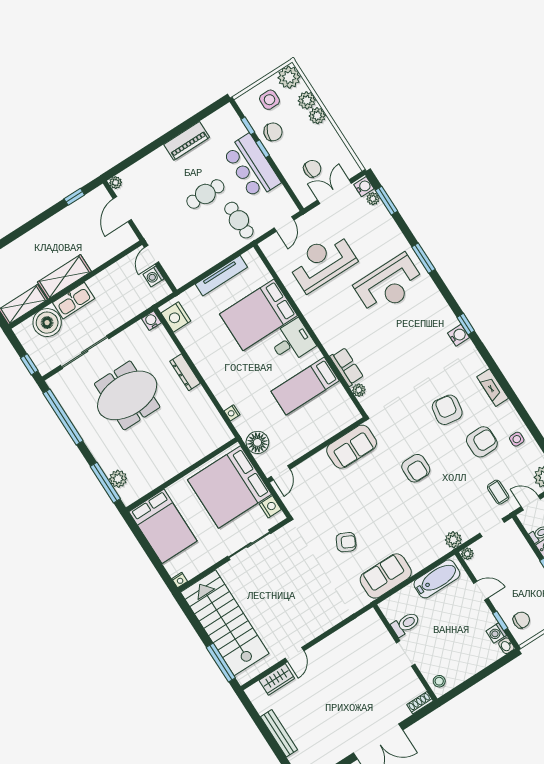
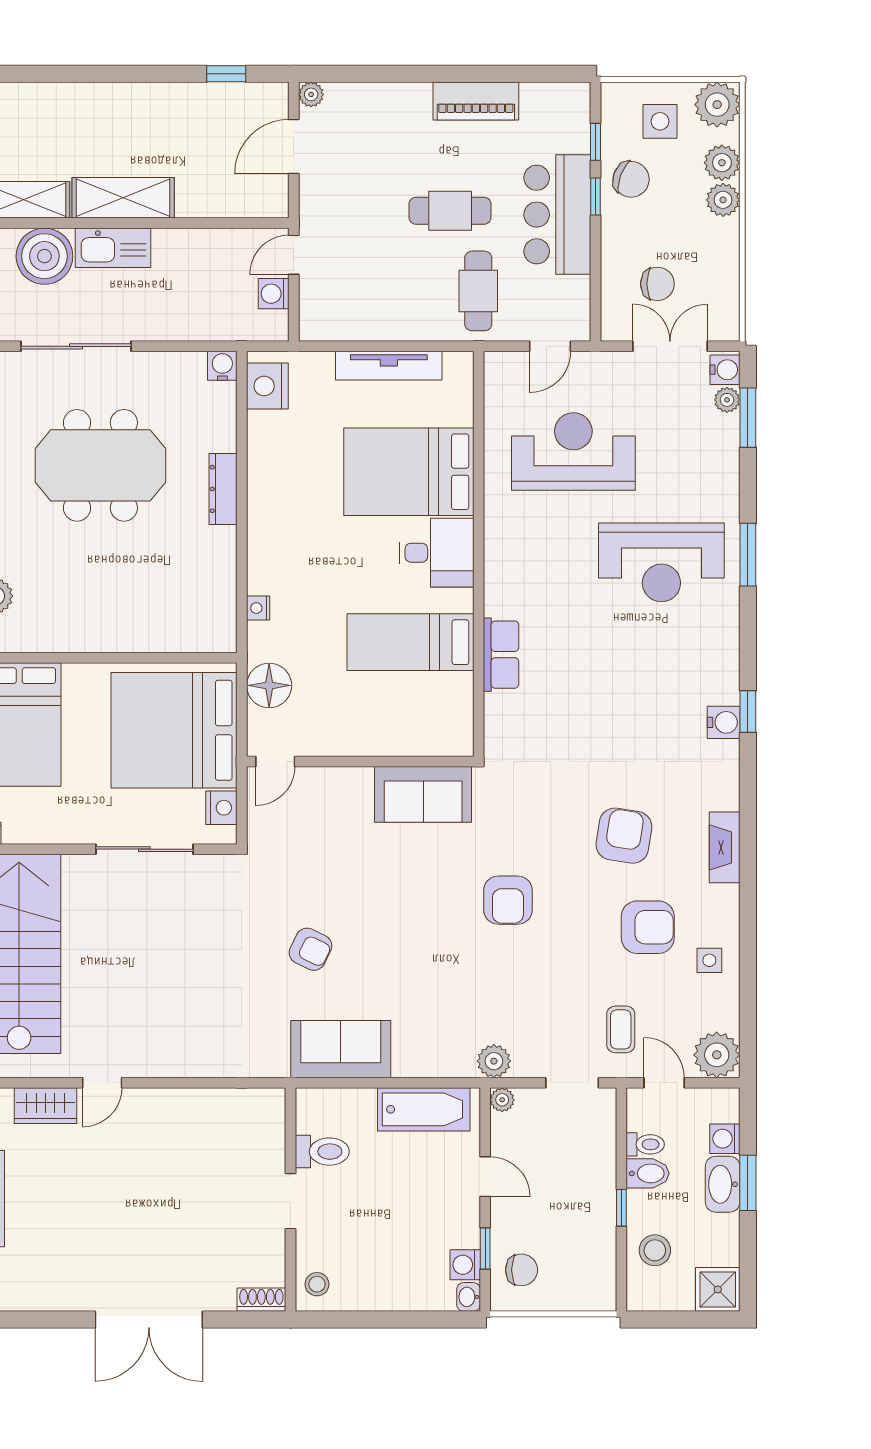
plant: (359, 390) -> (496, 707), removed

